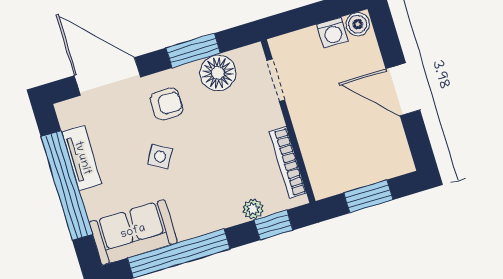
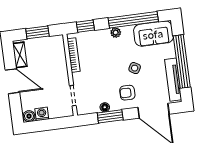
floor lamp: (218, 73) -> (105, 107), width x0.53, depth x0.53
shelving: (397, 145) -> (20, 55), added
tv unit: (82, 158) -> (173, 80), width x1.41
plant: (253, 209) -> (116, 33), moved

